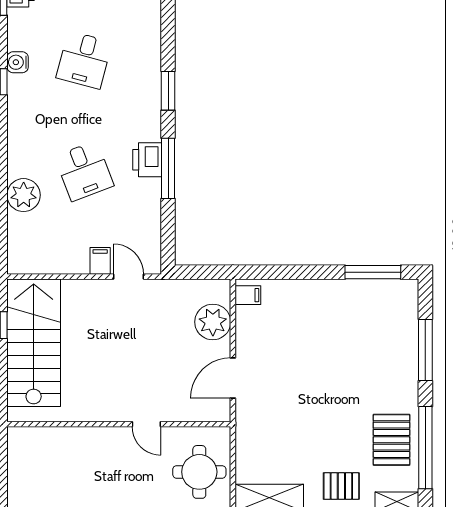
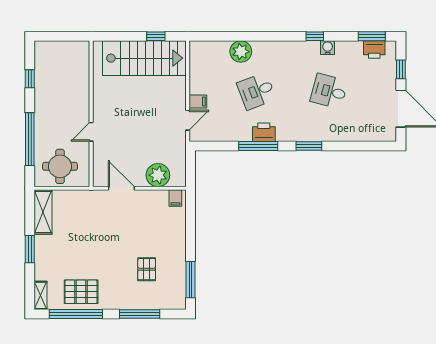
pallet: (341, 486) -> (147, 269), moved

